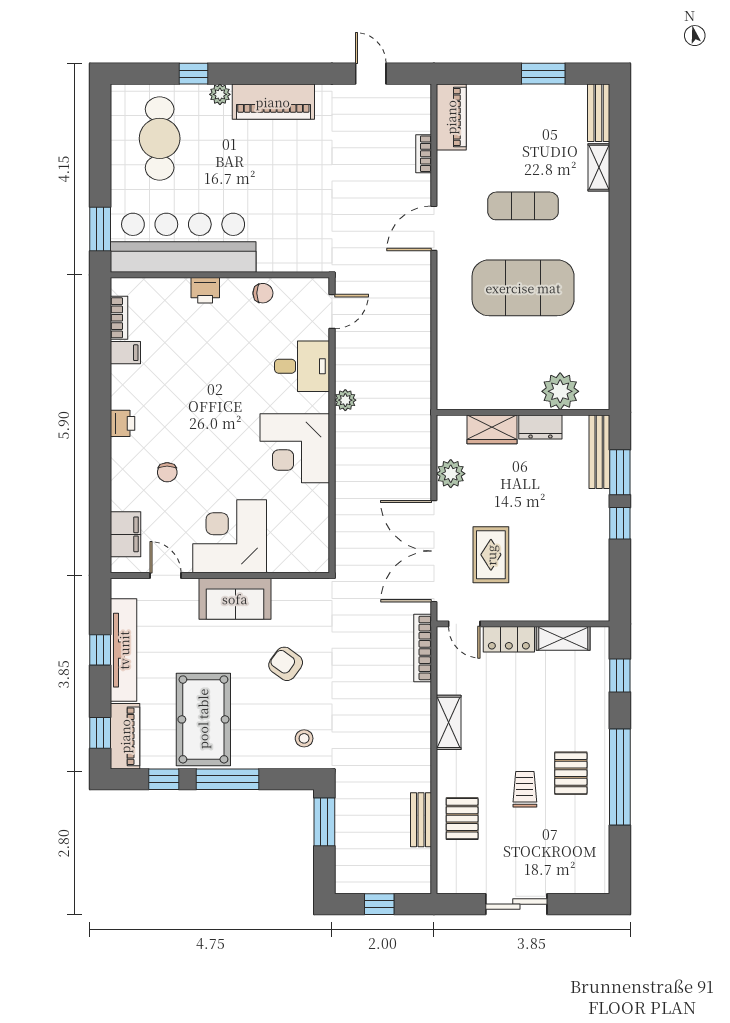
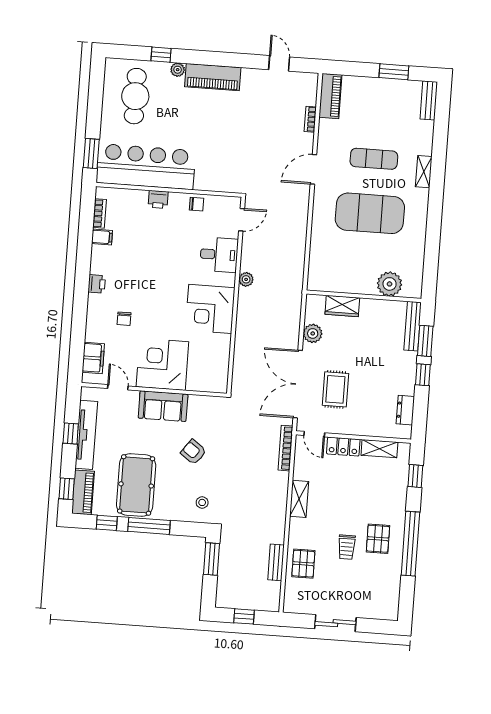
shelving: (599, 167) -> (424, 172), moved
dresser: (540, 427) -> (405, 410), moved, turned 90
trolley: (525, 789) -> (347, 547), turned 180

